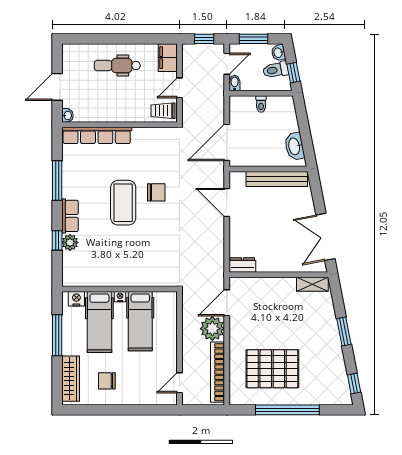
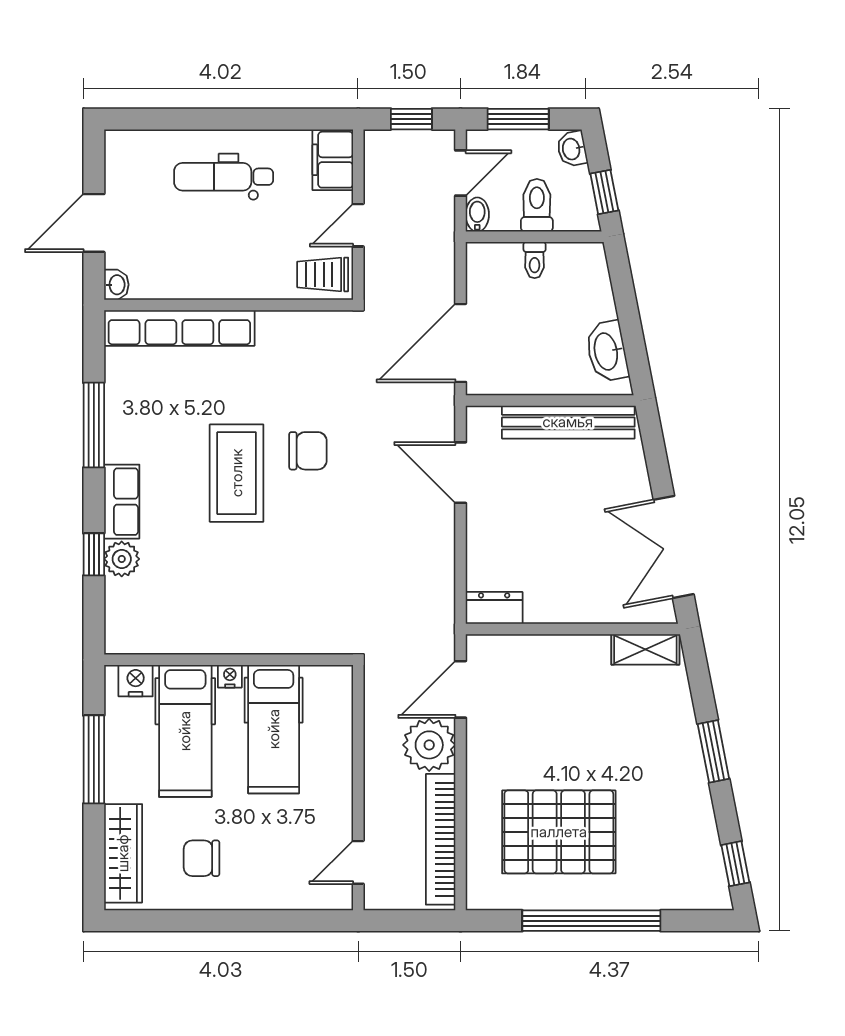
toilet: (276, 70) -> (537, 205), moved, turned 101

